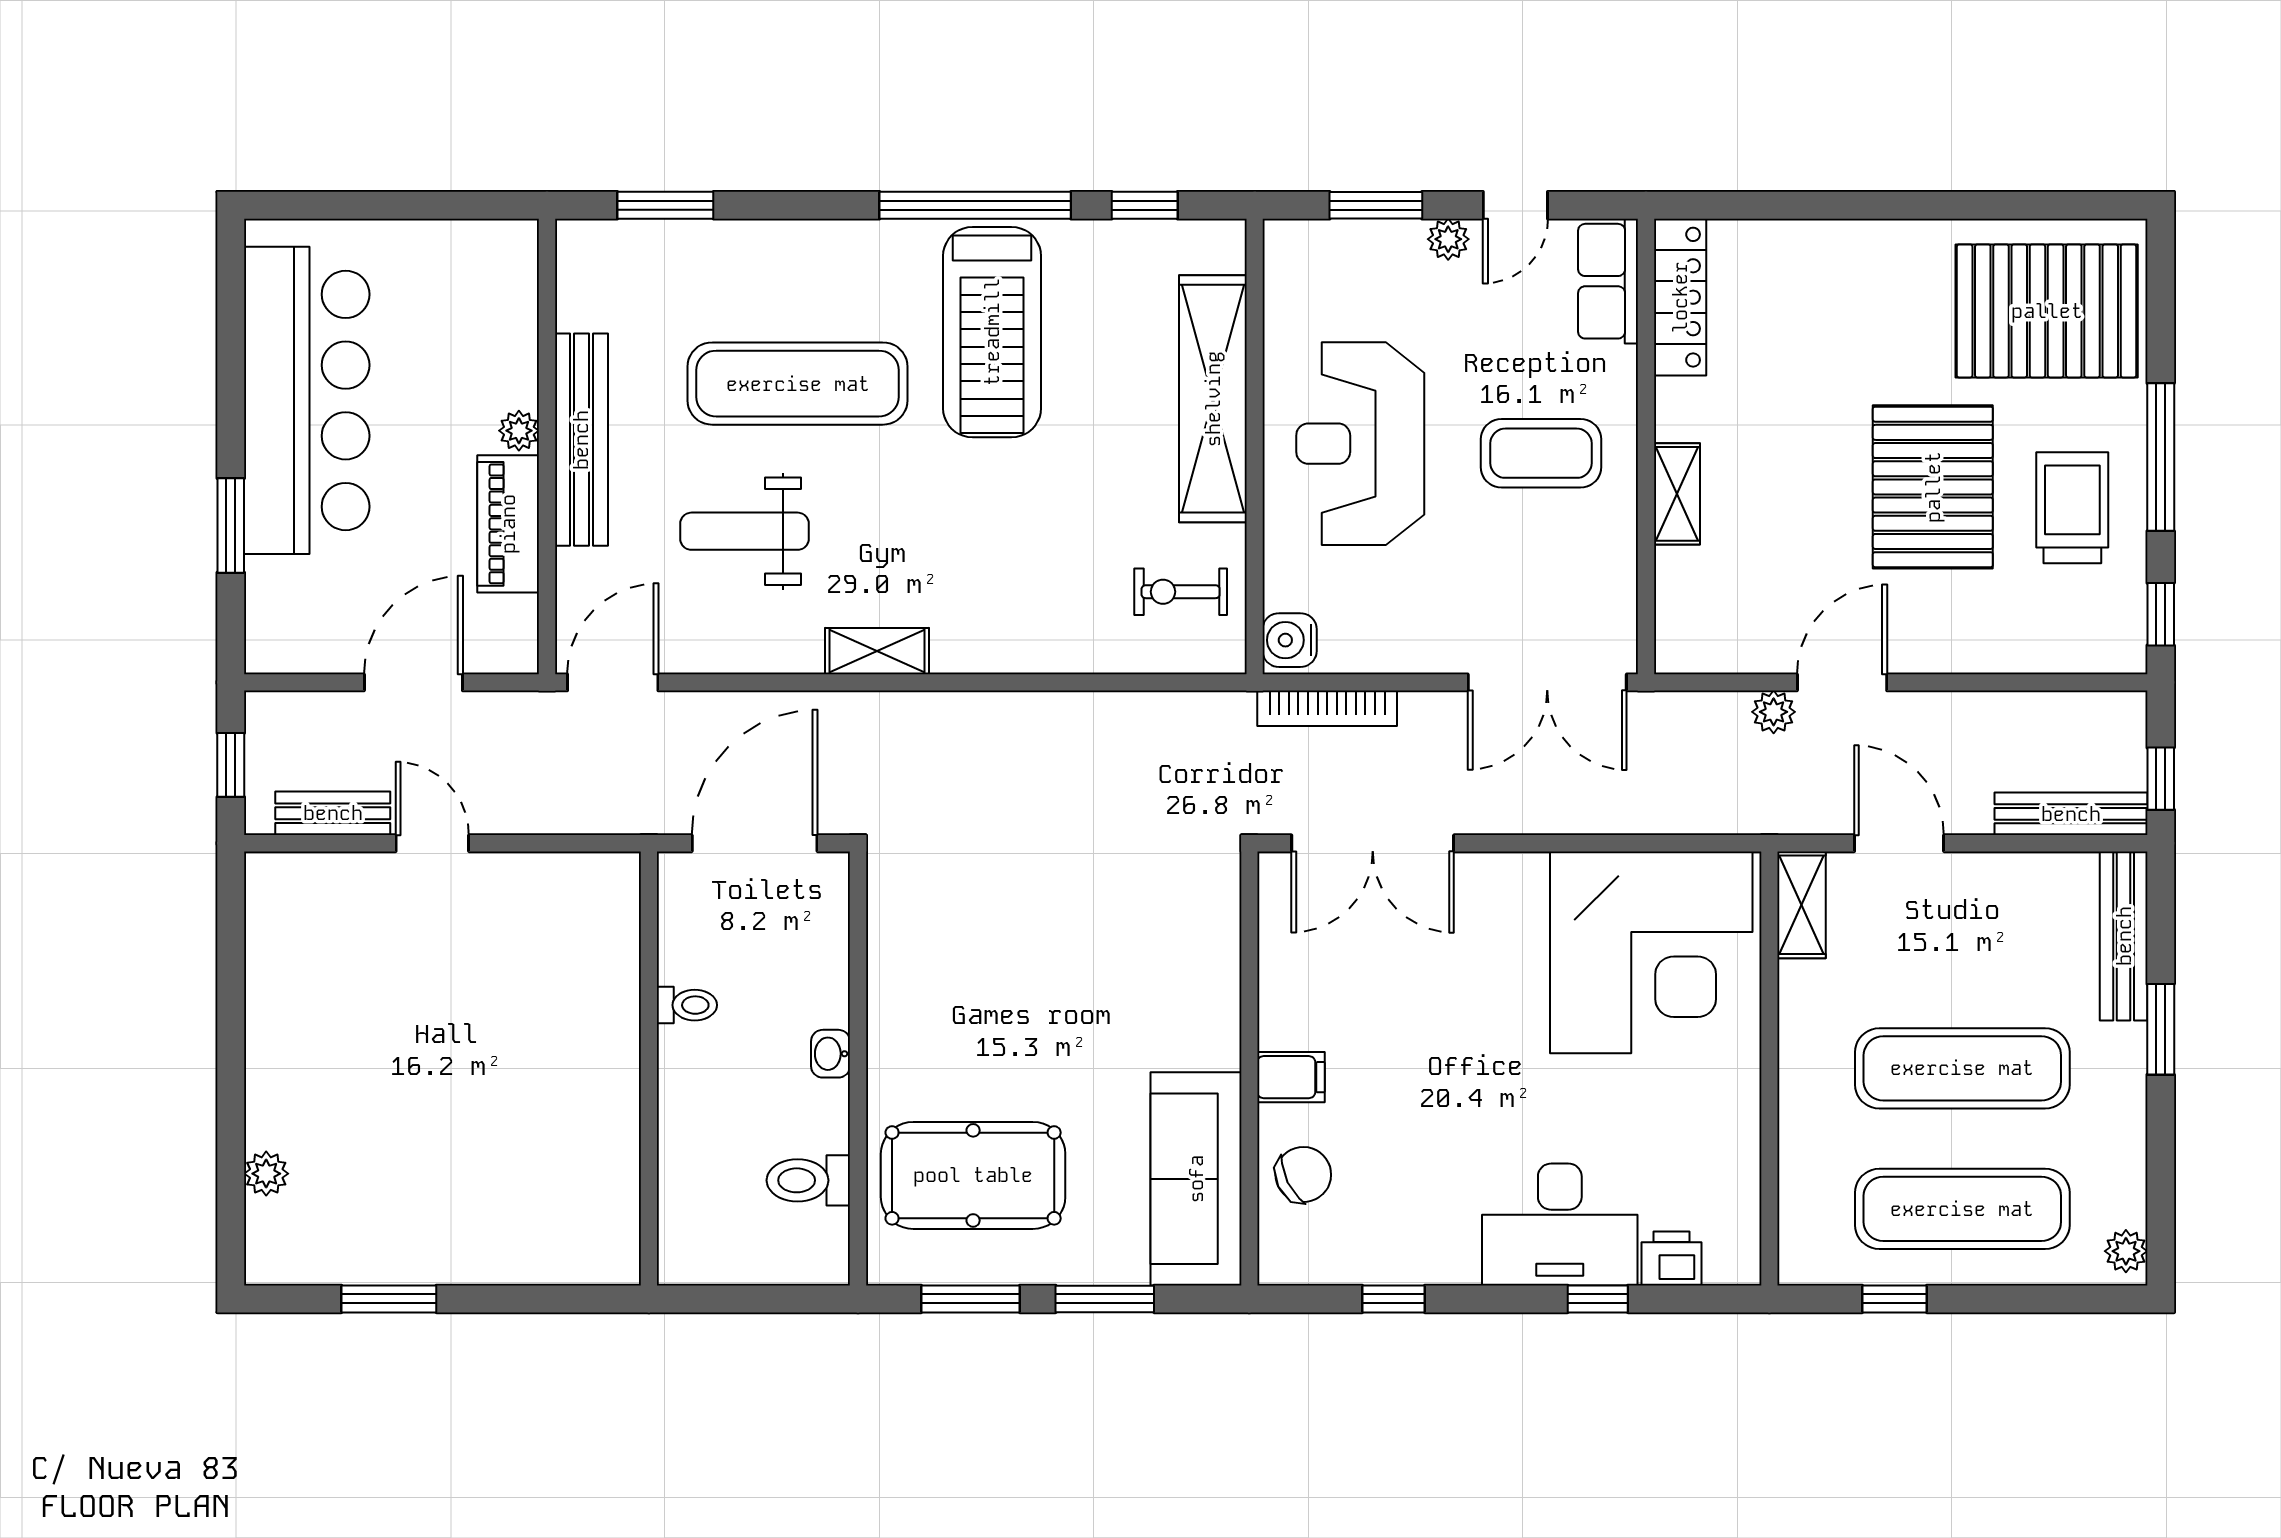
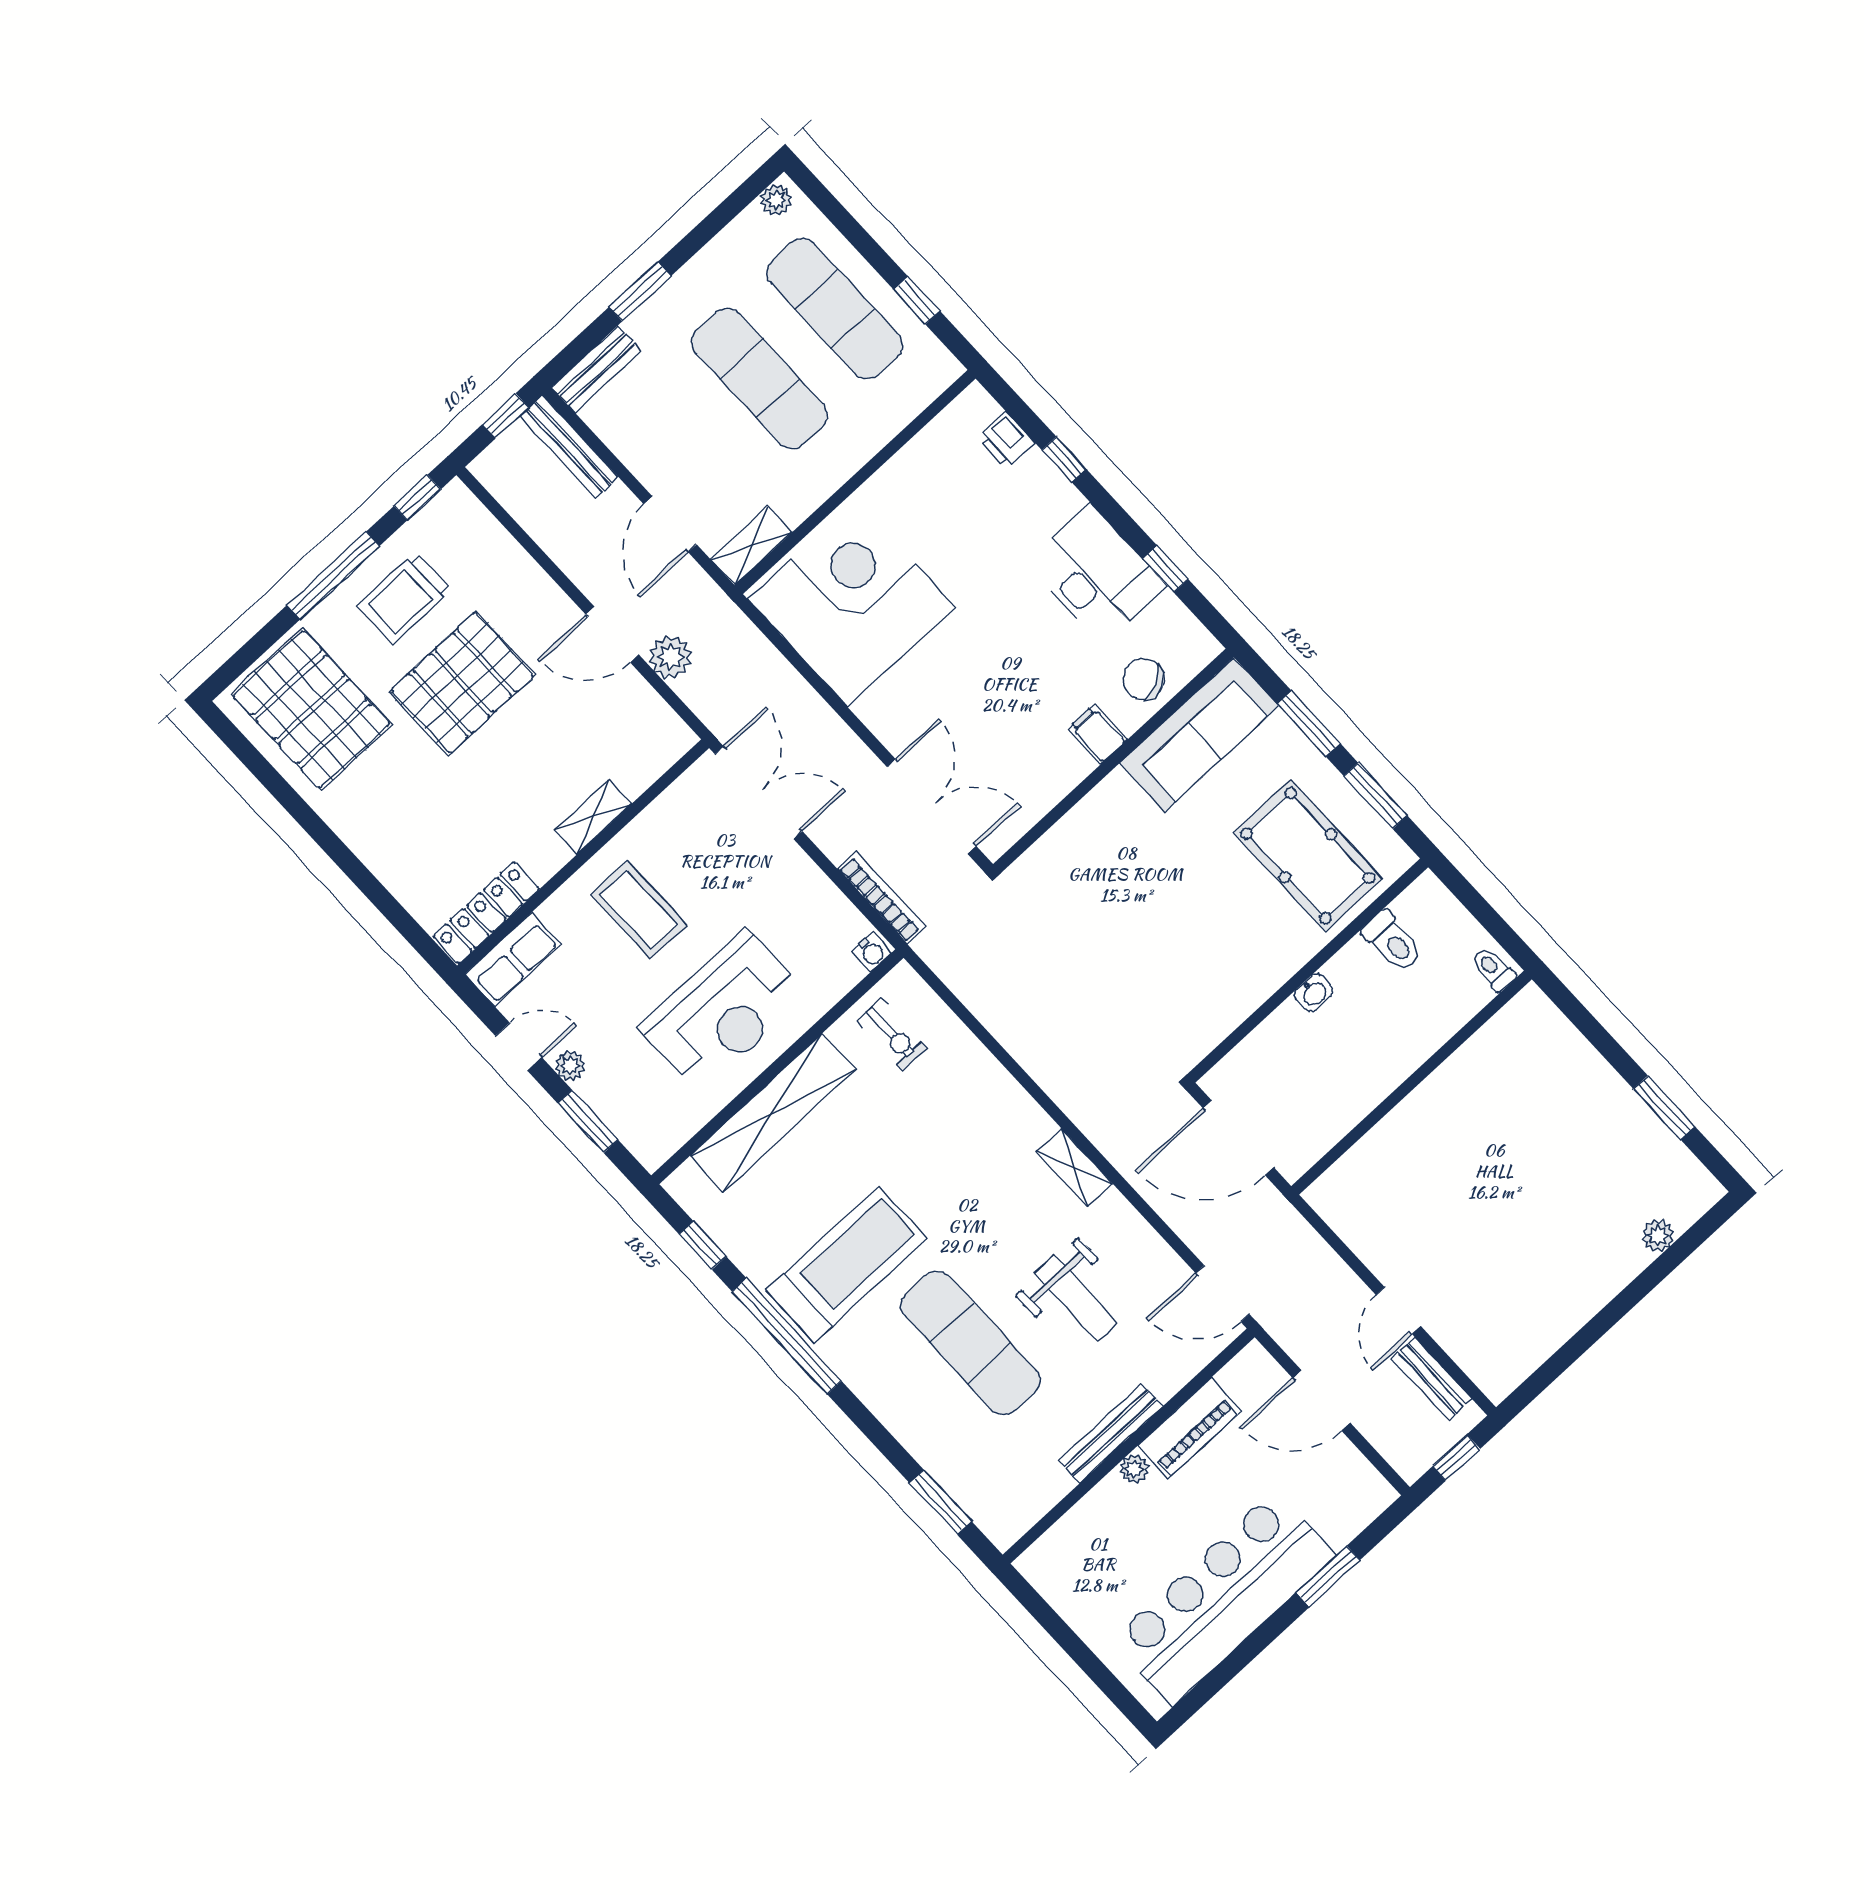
bench: (581, 440) -> (1110, 1433), width x0.73, depth x0.82
water cooler: (1290, 640) -> (871, 952), width x0.72, depth x0.72
plant: (1774, 712) -> (670, 657), width x1.38, depth x1.38
bench: (2124, 936) -> (596, 369), width x0.73
toilet: (687, 1005) -> (1493, 969), moved
desk: (1560, 1224) -> (1096, 574), moved

